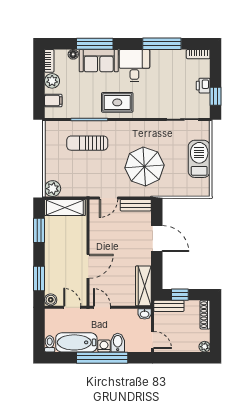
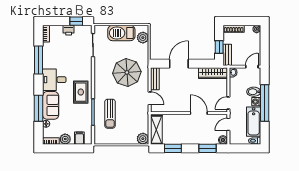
plant: (193, 189) -> (143, 38), added

